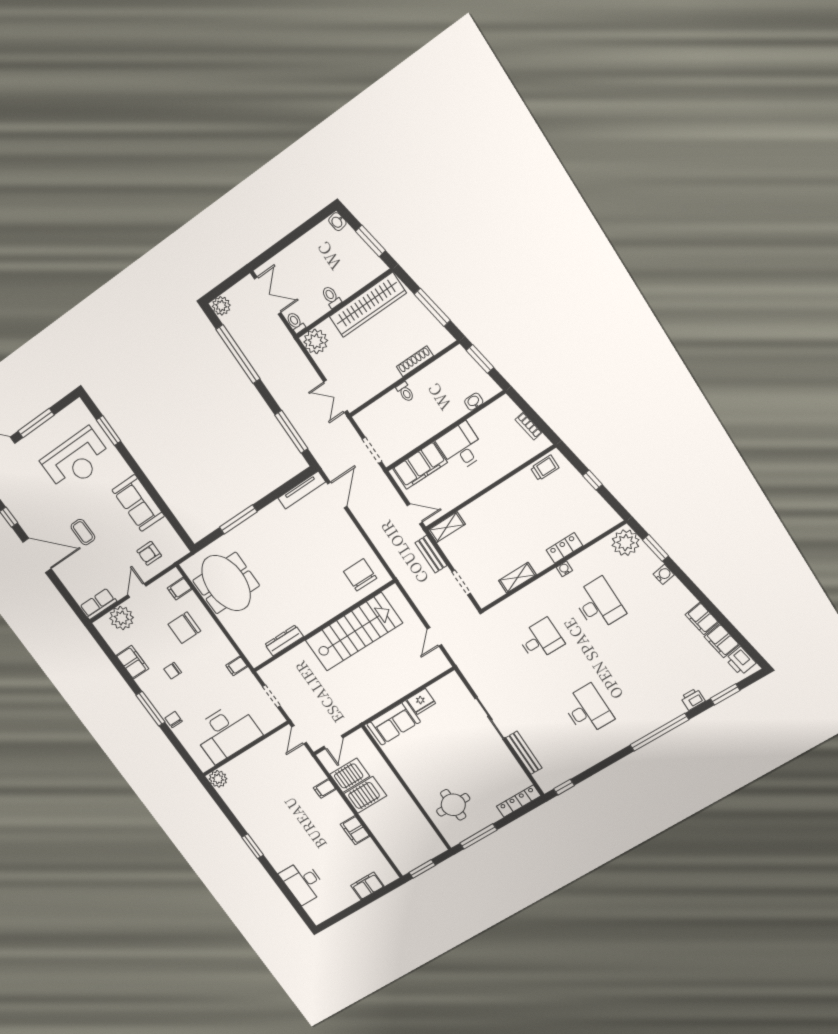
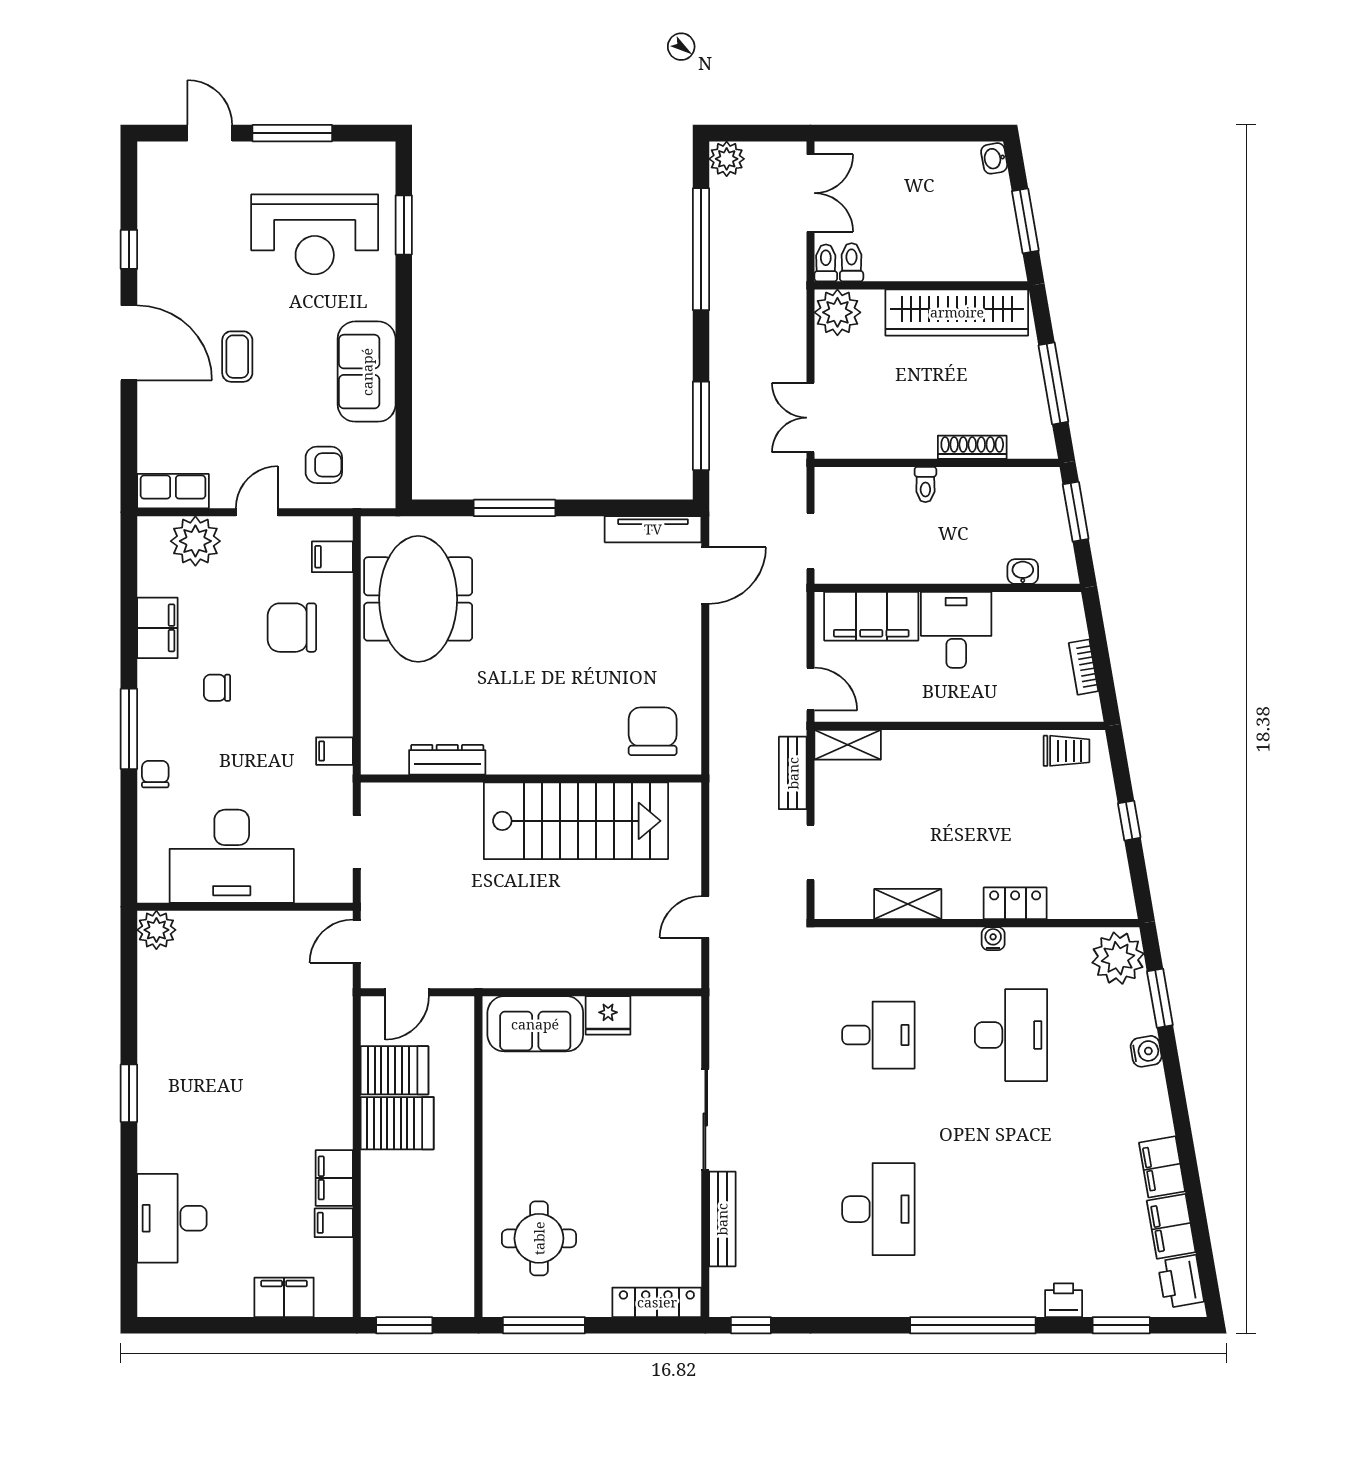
toilet: (331, 297) -> (852, 262), moved
armchair: (149, 553) -> (324, 465), turned 180
filing cabinet: (325, 788) -> (334, 1223), moved

